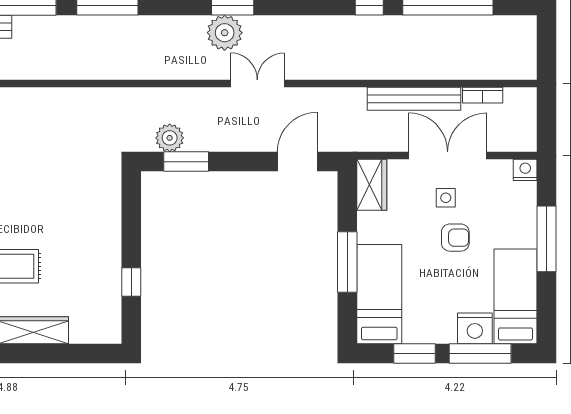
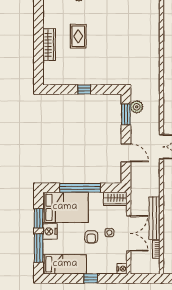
door: (297, 162) -> (126, 153), moved
window: (547, 239) -> (91, 278), width x0.46
window: (347, 262) -> (80, 188), width x1.46
window: (131, 282) -> (84, 89), moved
bed: (379, 294) -> (65, 207), width x1.50
nightstand: (475, 328) -> (50, 231), moved

